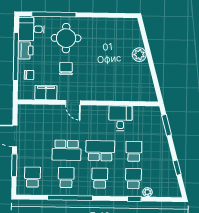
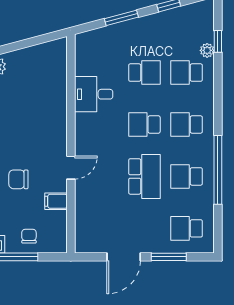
filing cabinet: (46, 93) -> (56, 201), width x0.50
window: (166, 125) -> (121, 18), moved
school desk: (100, 151) -> (144, 124), width x0.54
school desk: (134, 151) -> (144, 73), turned 180
window: (134, 199) -> (218, 41), moved

